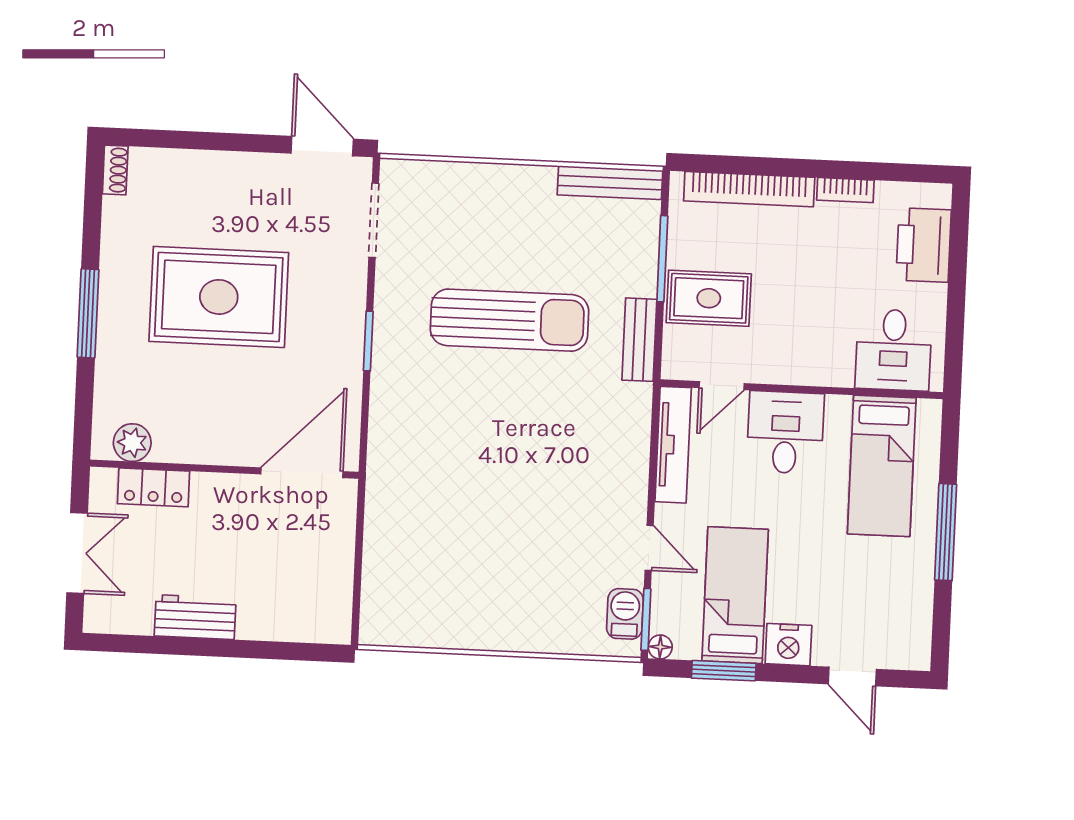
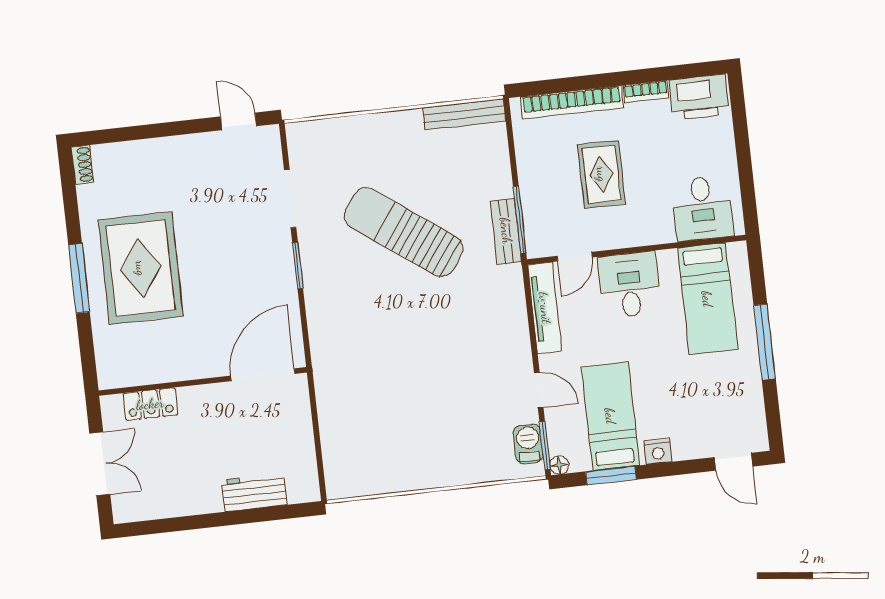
door: (322, 146) -> (239, 121), width x0.73
doorway: (374, 220) -> (290, 199), moved
printer: (924, 245) -> (699, 97), moved, turned -90
window: (662, 259) -> (520, 220), moved
rug: (219, 297) -> (141, 268), moved, turned 90
rug: (709, 298) -> (602, 174), moved, turned 90
sun lounger: (510, 320) -> (404, 232), turned -144
plant: (132, 443) -> (129, 372), removed
workbench: (195, 617) -> (254, 492), moved
nightstand: (788, 645) -> (658, 451), width x0.74, depth x0.75
door: (852, 677) -> (733, 462), moved

